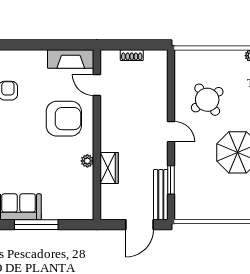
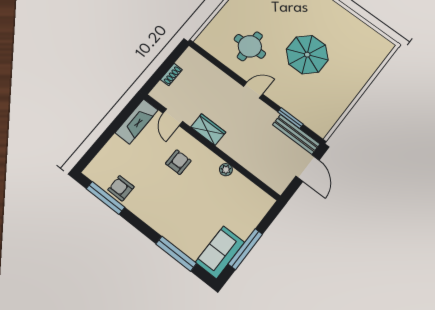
door: (97, 85) -> (173, 117), hinge flipped
round table: (207, 100) -> (250, 46), turned 33
armchair: (64, 119) -> (178, 162), width x0.53, depth x0.53
wardrobe: (109, 168) -> (208, 130), moved

